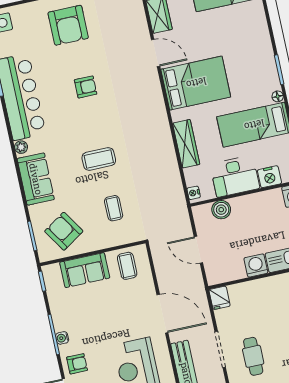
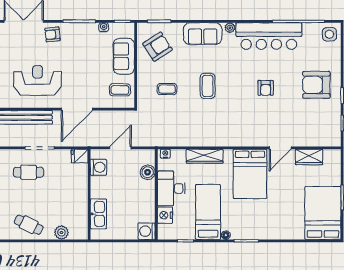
washing machine: (256, 265) -> (98, 167), moved
water cooler: (62, 338) -> (104, 27), moved
armchair: (77, 364) -> (53, 34), turned 84

